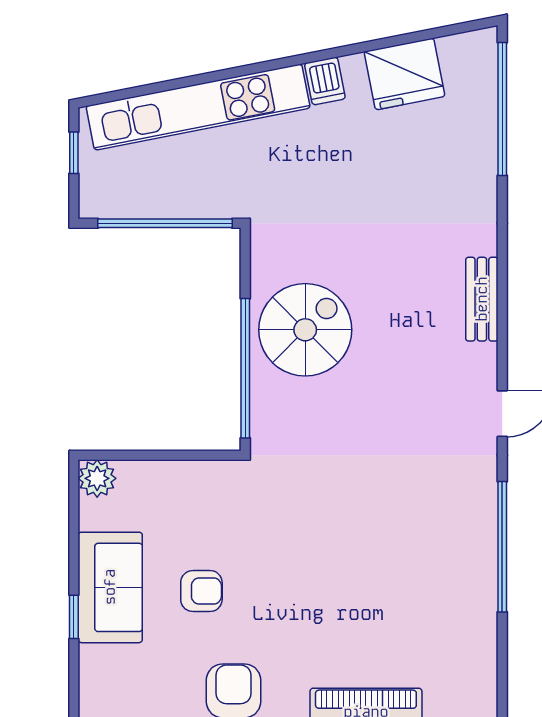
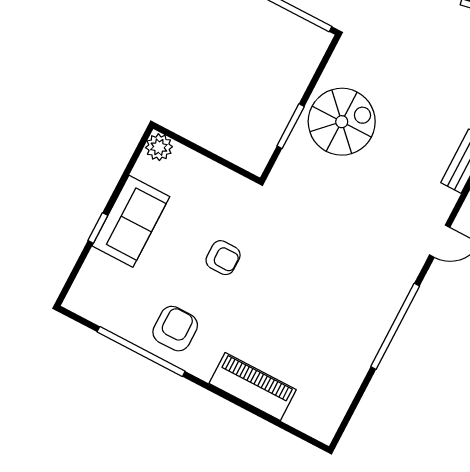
window: (245, 368) -> (291, 126), width x0.47
armchair: (201, 591) -> (223, 258), moved

